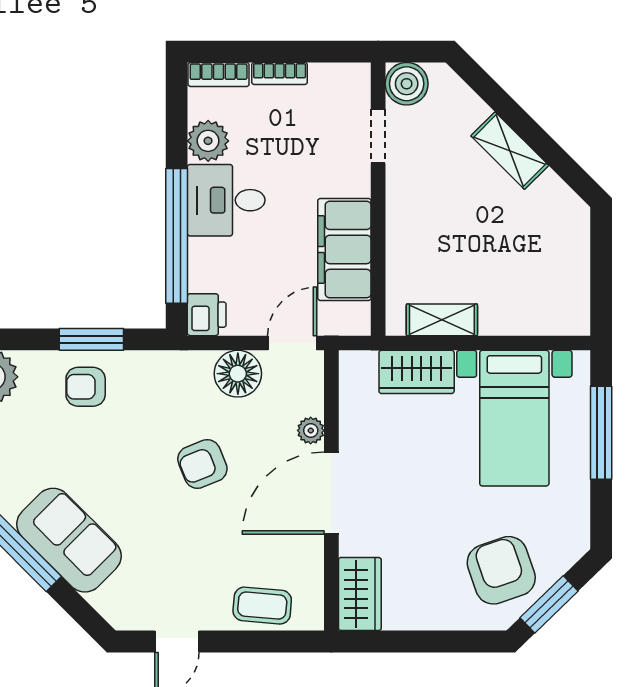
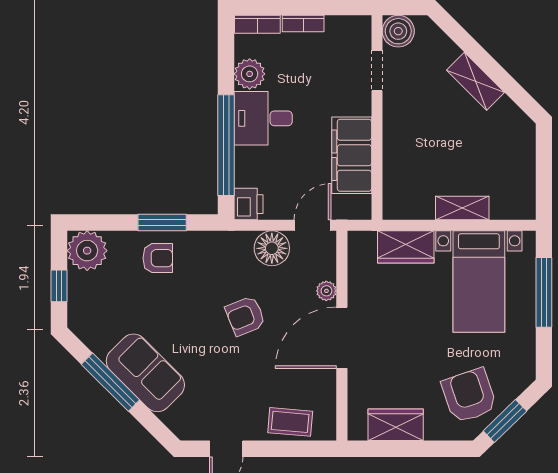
shelving: (442, 320) -> (462, 208), moved
armchair: (86, 387) -> (158, 258), turned 180
wardrobe: (360, 594) -> (396, 425), moved, turned -90

